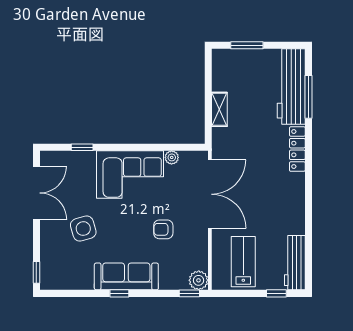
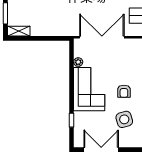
shelving: (219, 109) -> (19, 31), moved
armchair: (163, 229) -> (124, 91), moved

